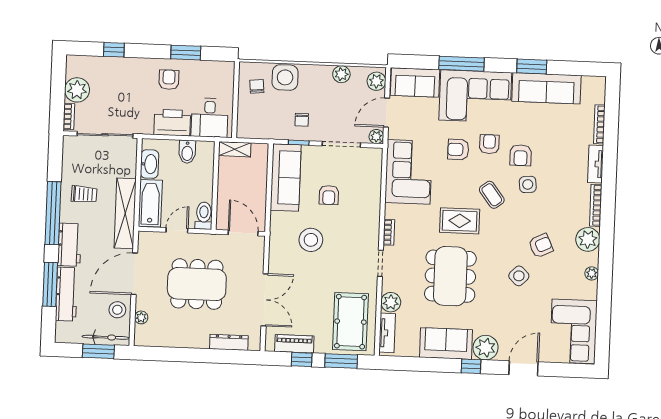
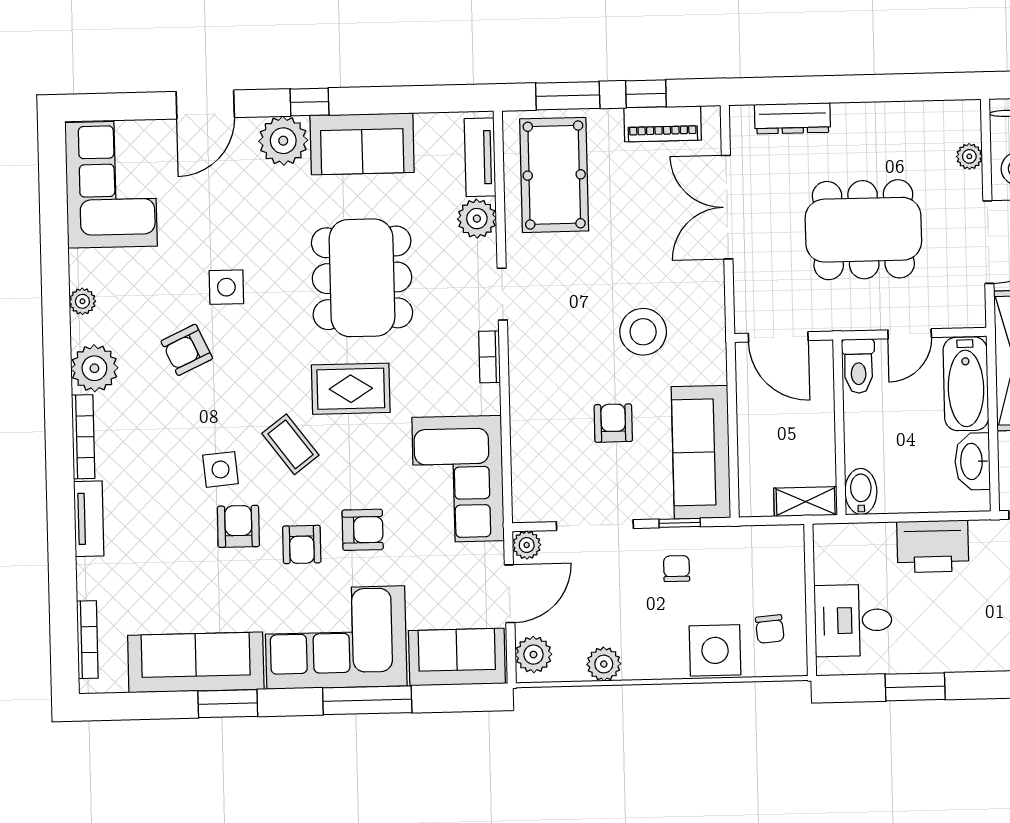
armchair: (169, 80) -> (945, 631), removed
desk: (210, 118) -> (853, 620), moved, turned -90
bookcase: (599, 124) -> (87, 640), moved
bidet: (187, 152) -> (861, 492), moved
side table: (519, 276) -> (226, 287), turned 45

